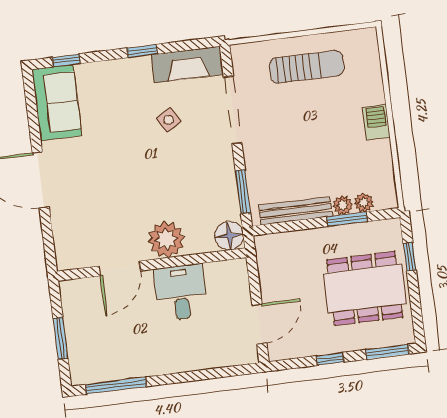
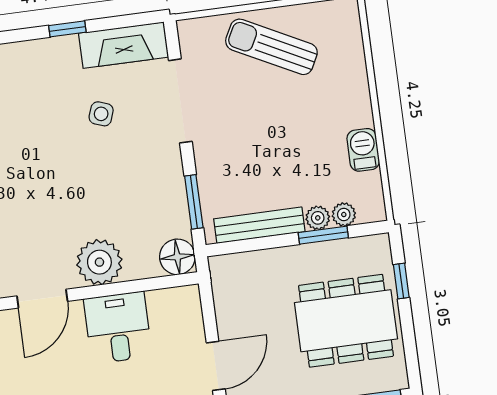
sun lounger: (307, 67) -> (271, 47), turned -153
side table: (169, 120) -> (101, 114), turned -38
barbecue: (376, 122) -> (363, 150), moved

